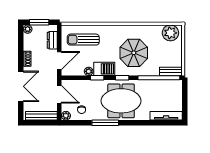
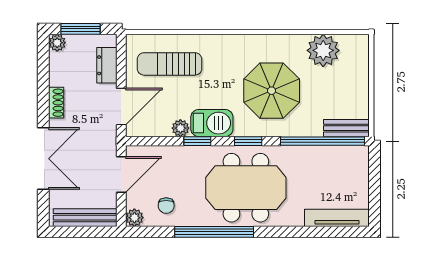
plant: (170, 33) -> (323, 50), moved
door: (59, 94) -> (121, 174), hinge flipped
window: (105, 123) -> (214, 232), width x1.46

